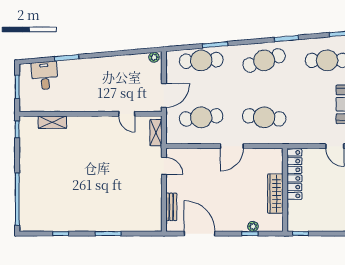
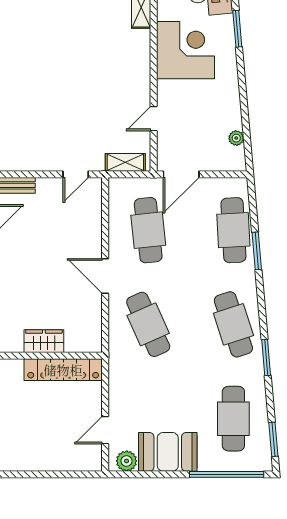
plant: (154, 57) -> (236, 138), moved
corner desk: (81, 92) -> (185, 50), added
door: (164, 95) -> (181, 174), hinge flipped
cafe table: (264, 117) -> (148, 324), turned -30
wardrobe: (275, 194) -> (44, 341), width x0.67

